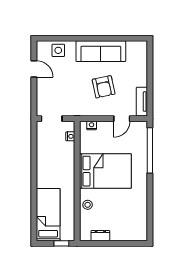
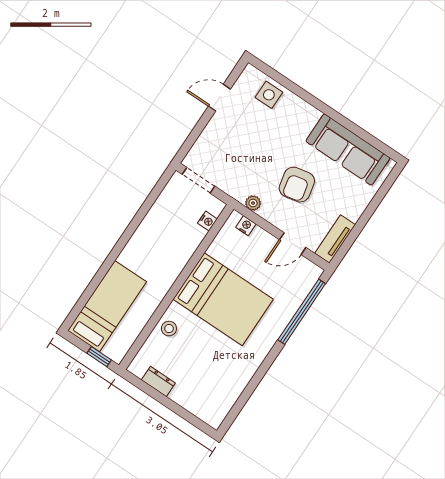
sofa: (101, 51) -> (348, 150), moved
door: (34, 69) -> (219, 98), swing flipped
plant: (87, 111) -> (253, 203), added

